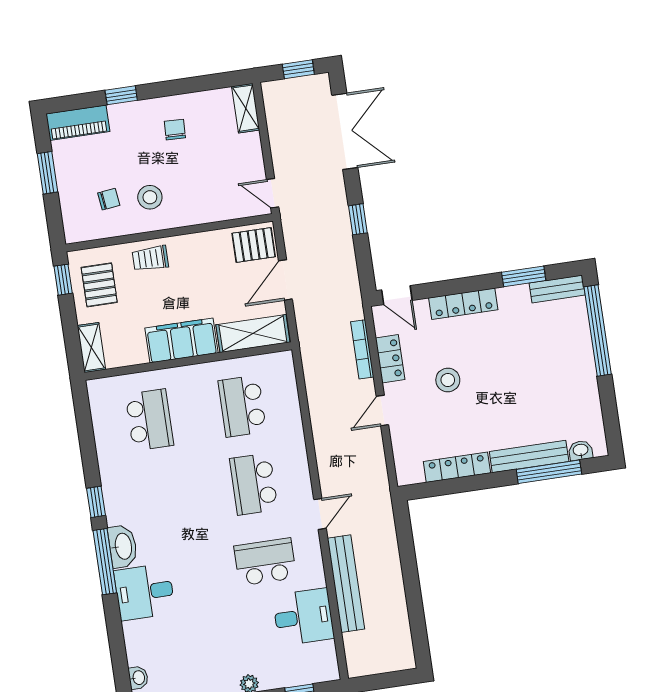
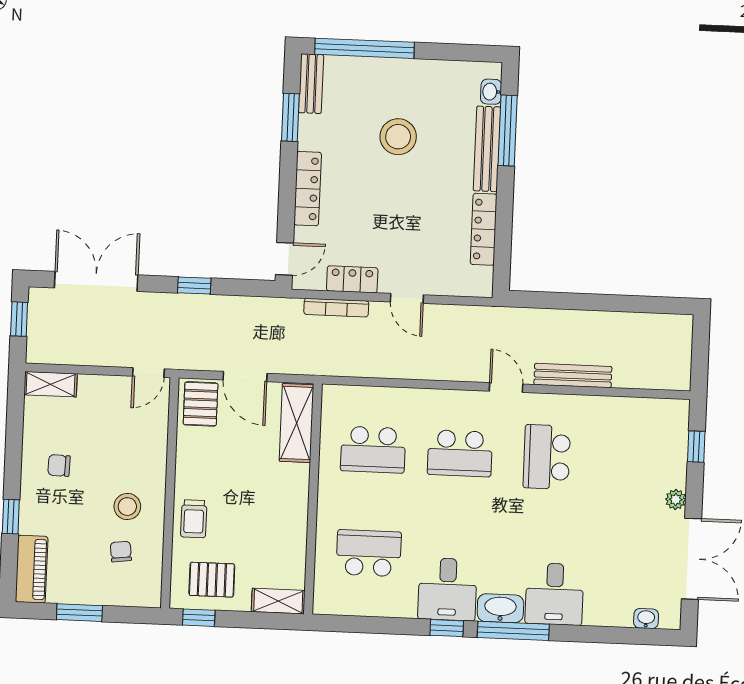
filing cabinet: (182, 340) -> (289, 502), removed
stool: (448, 380) -> (398, 137), moved, width x1.38, depth x1.38
bench: (346, 584) -> (573, 376), width x0.73, depth x0.82
desk: (303, 617) -> (447, 589), moved, turned 180

